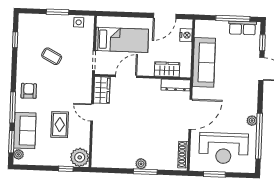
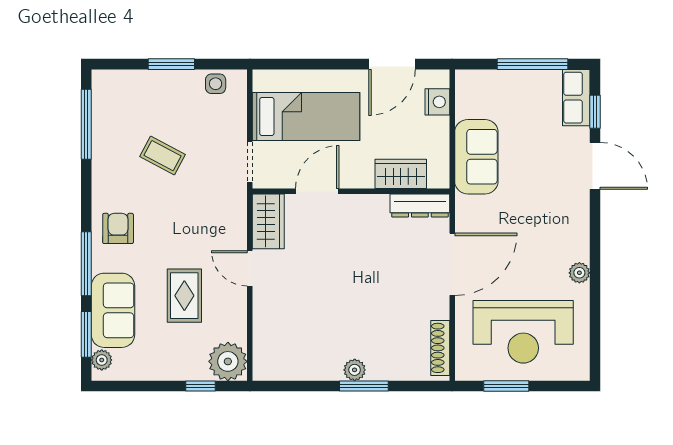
row of seats: (242, 28) -> (576, 98), moved, turned 90
window: (15, 40) -> (86, 124), width x2.17
sofa: (204, 62) -> (476, 157), width x0.73
window: (259, 136) -> (595, 304), removed

